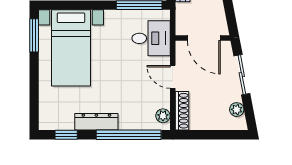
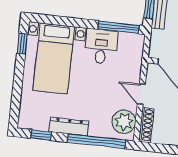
window: (34, 35) -> (22, 44), width x0.67
desk: (151, 38) -> (101, 47), moved, turned -90
plant: (163, 116) -> (124, 122), width x1.88, depth x1.88

